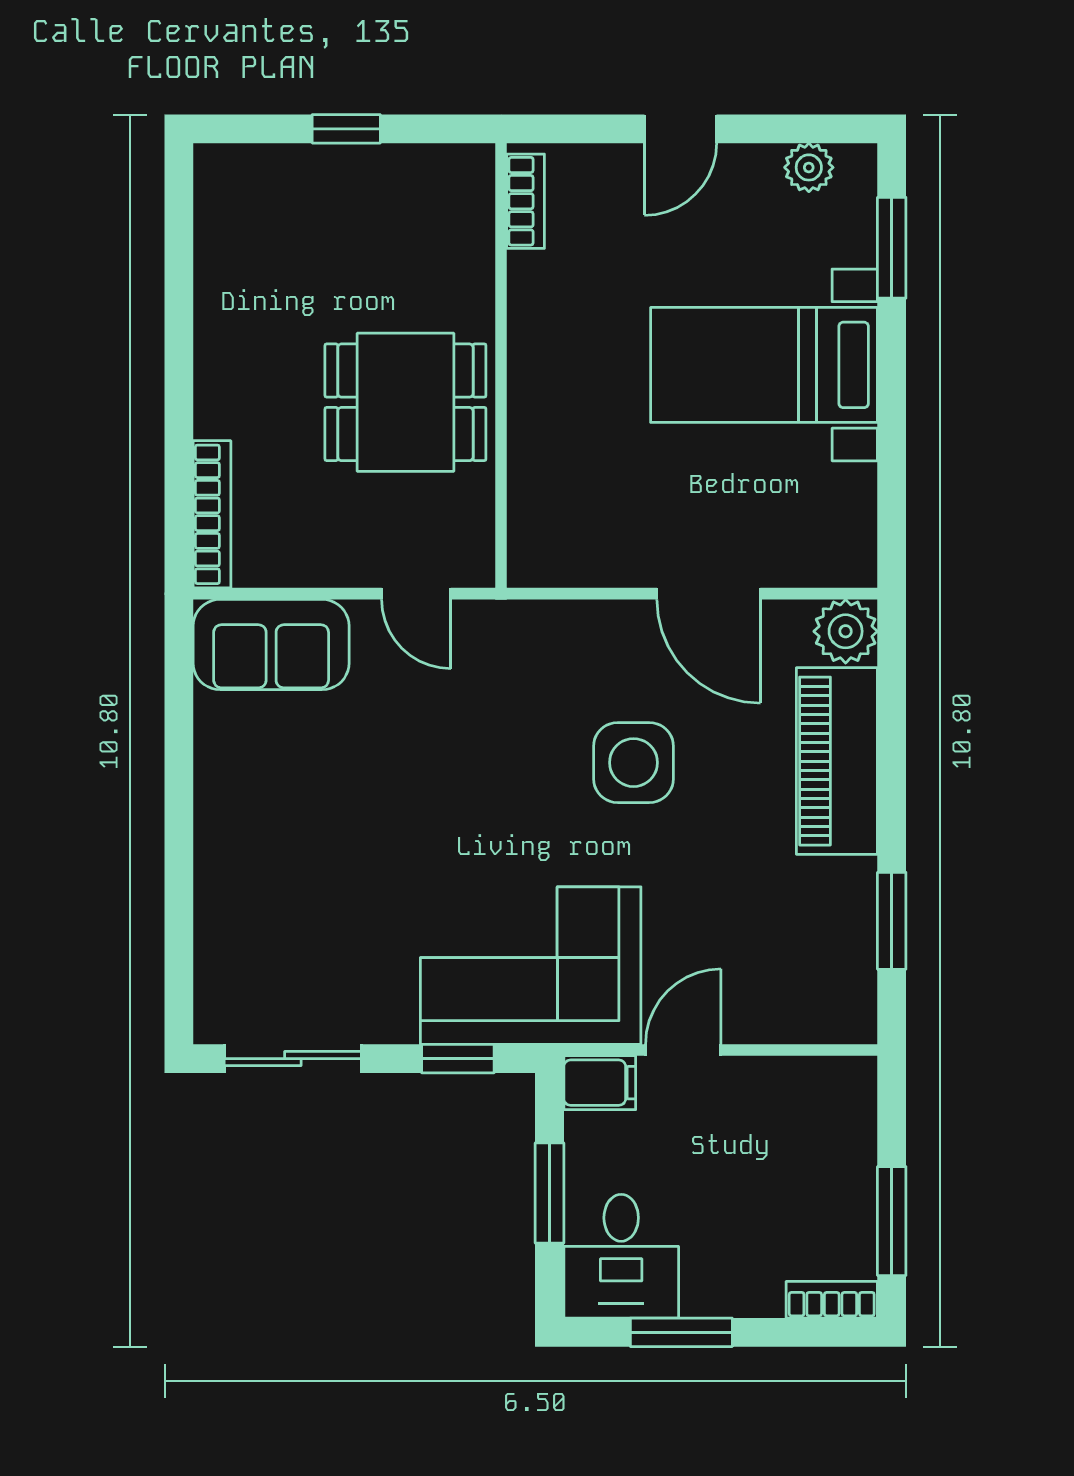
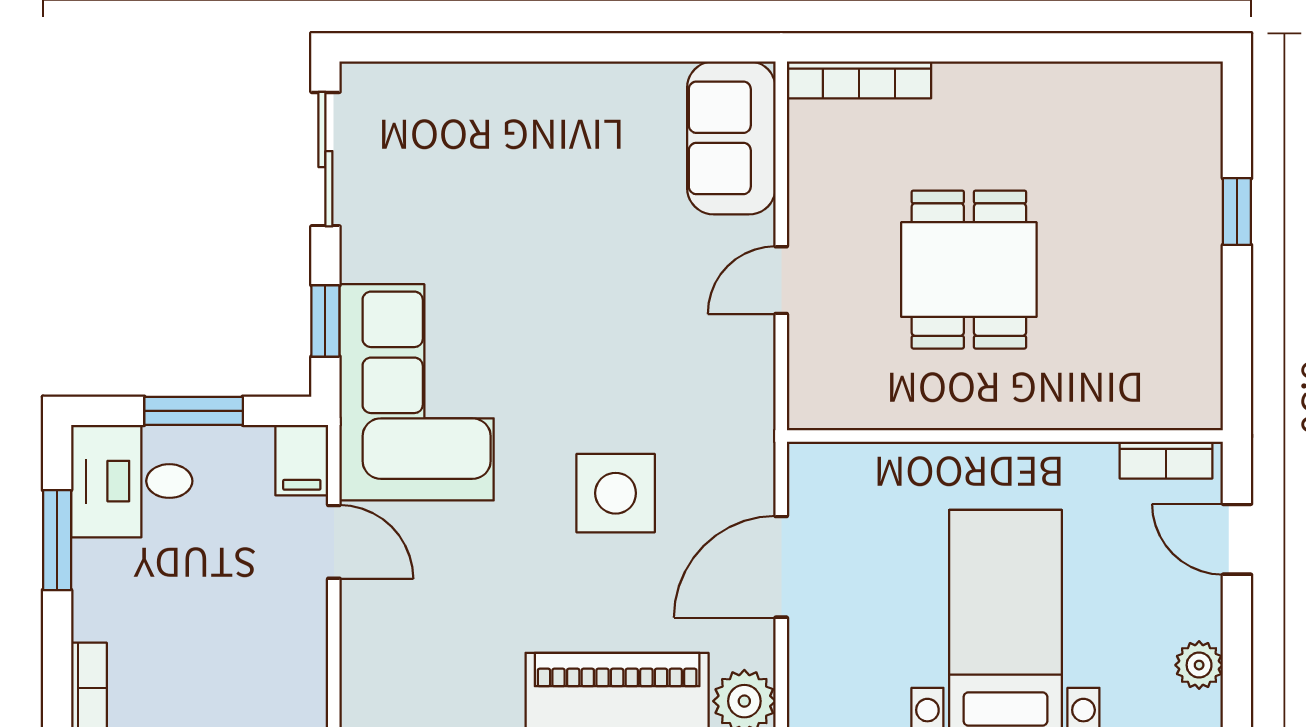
bookcase: (526, 201) -> (1166, 460), moved
wall: (501, 366) -> (1005, 436), moved

